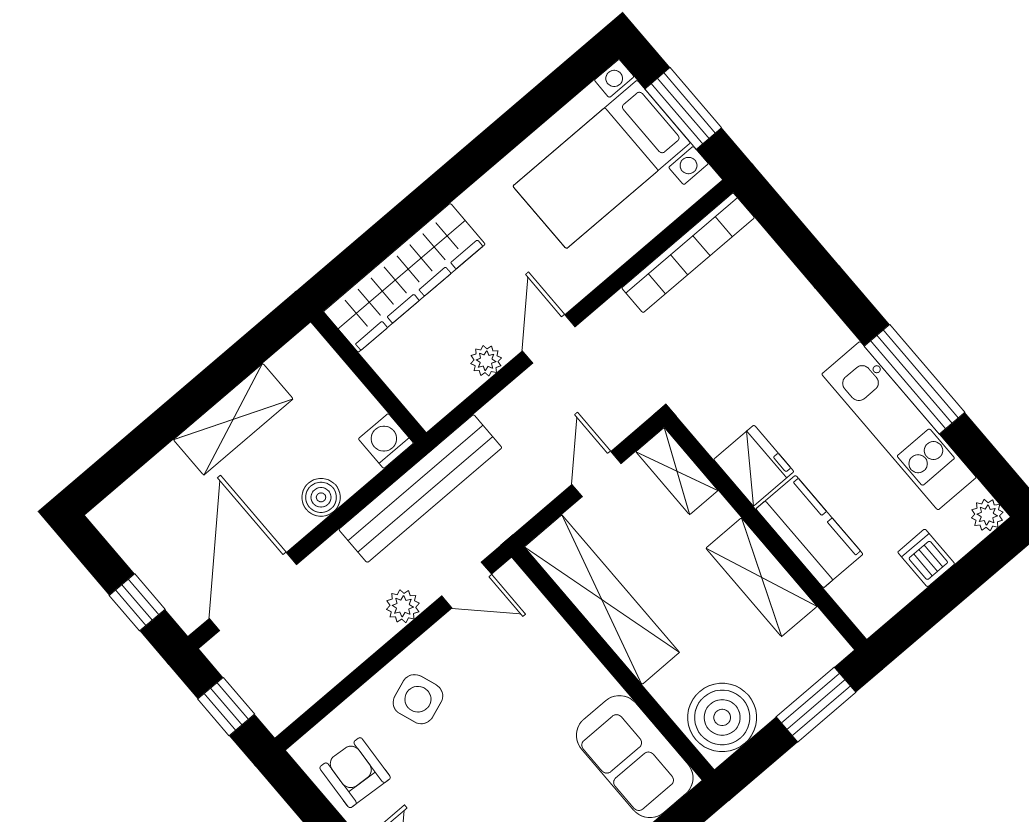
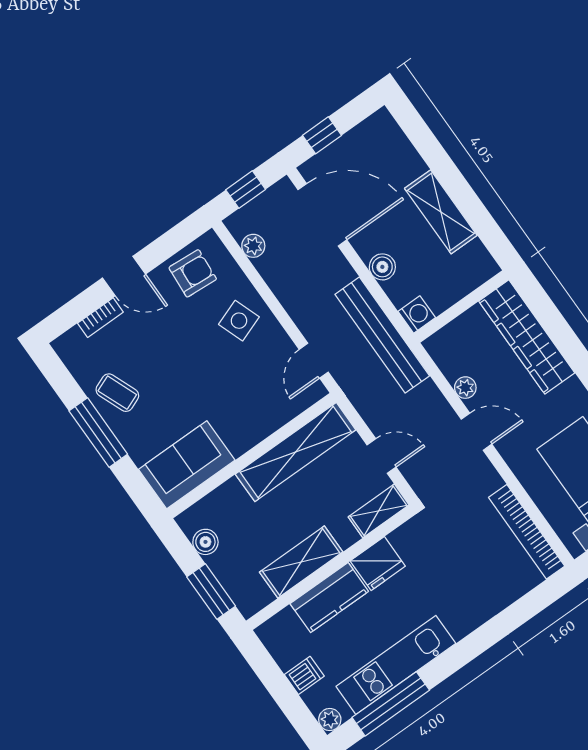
window: (914, 379) -> (391, 704), moved
plant: (403, 606) -> (253, 246), moved
boiler: (722, 717) -> (205, 542), width x0.54, depth x0.54

